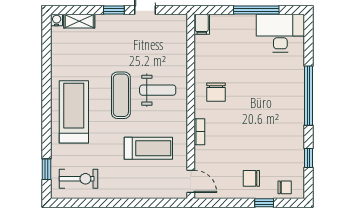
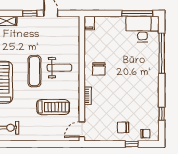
window: (256, 10) -> (137, 13), moved
window: (309, 96) -> (162, 53), moved
door: (191, 181) -> (82, 129), swing flipped

